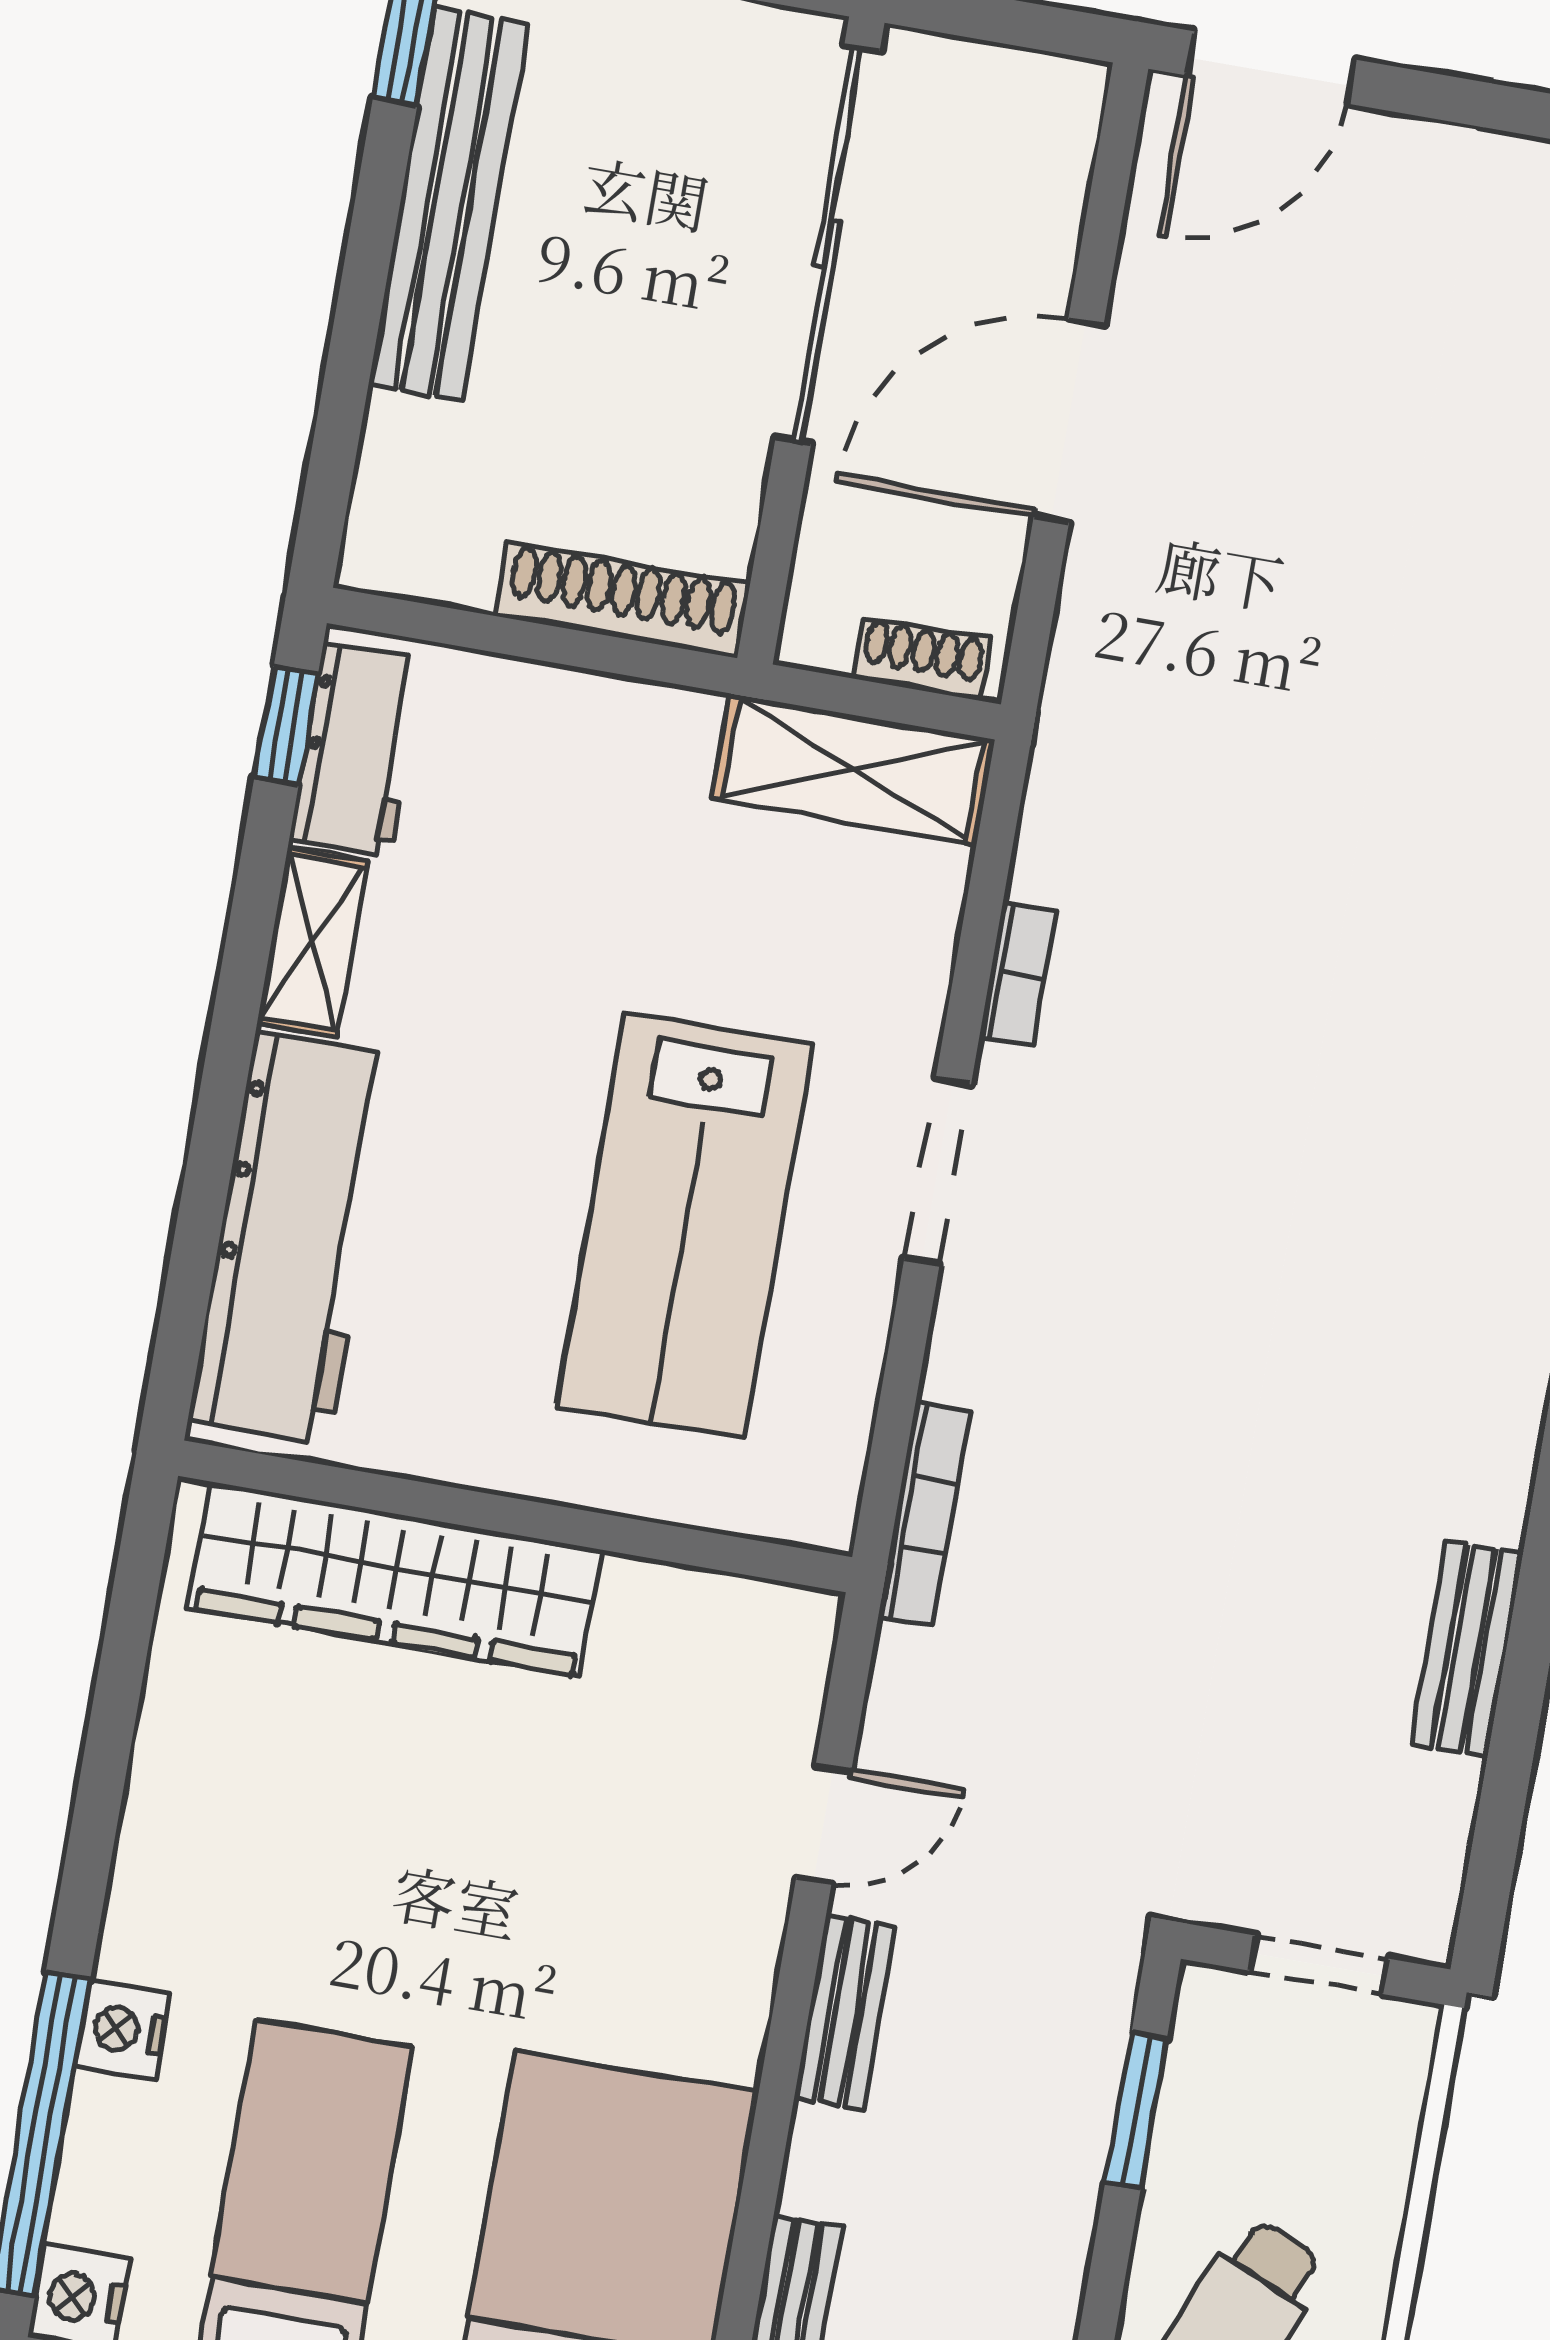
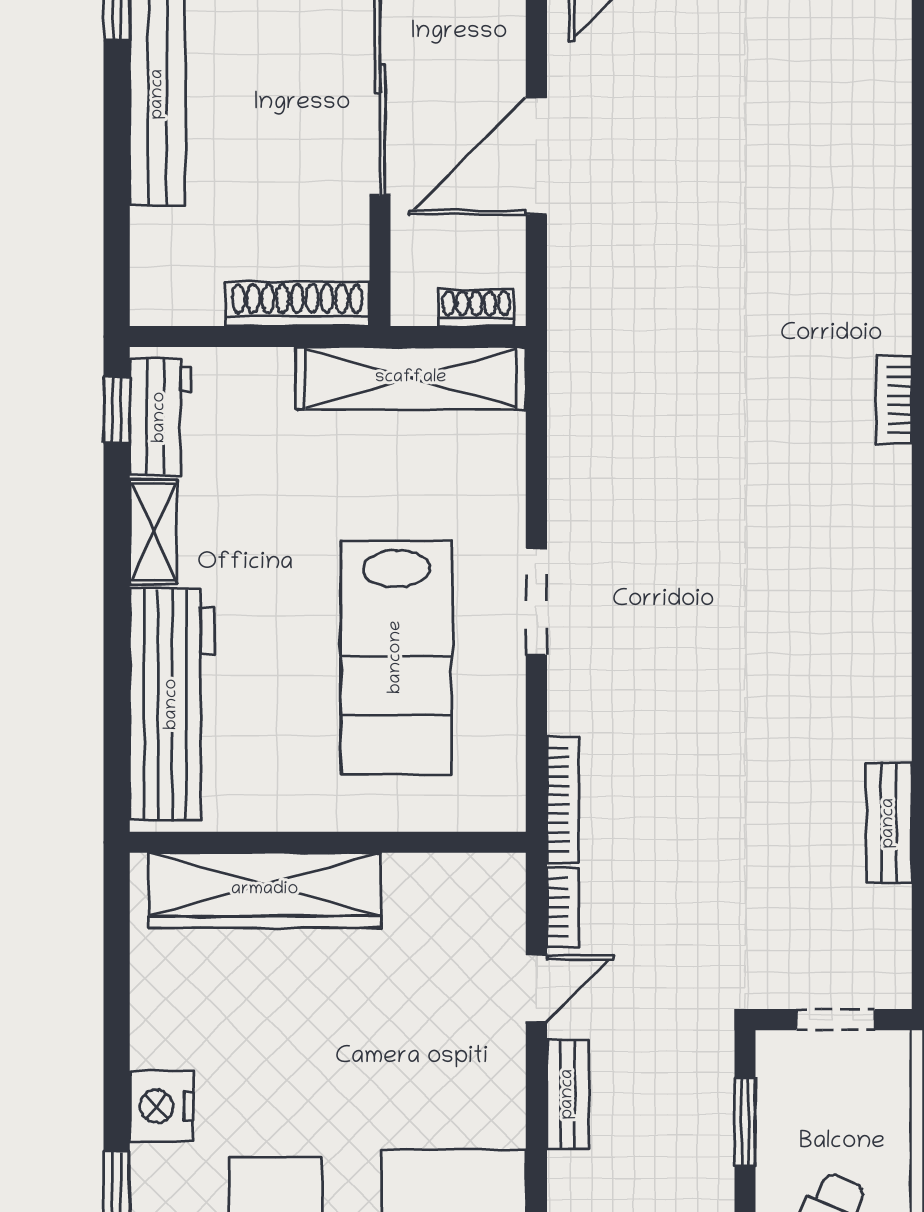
shelving: (853, 769) -> (411, 378), width x1.47
bookcase: (1018, 974) -> (563, 907), moved
nightstand: (123, 2030) -> (161, 1106), moved, width x1.36, depth x1.33

